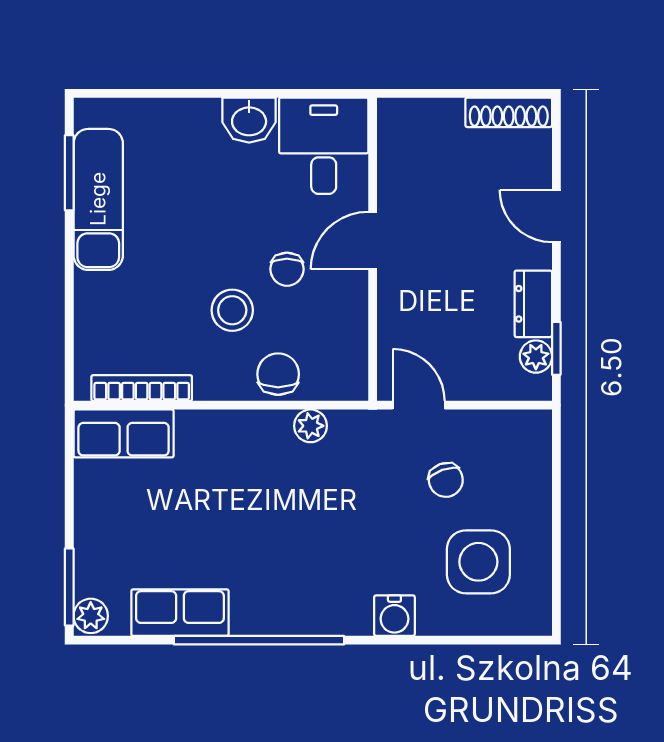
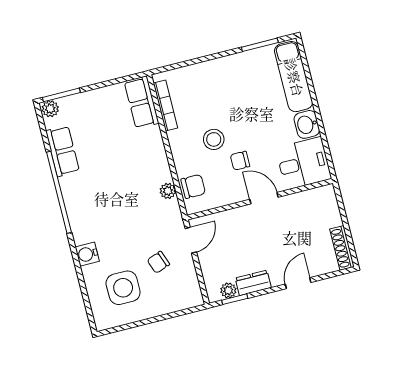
exam couch: (98, 199) -> (294, 77), moved, turned 90
chair: (278, 374) -> (193, 186), moved

